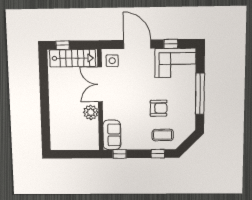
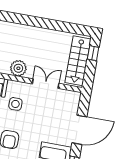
side table: (112, 61) -> (15, 104), moved
double door: (100, 84) -> (46, 84), width x0.73

